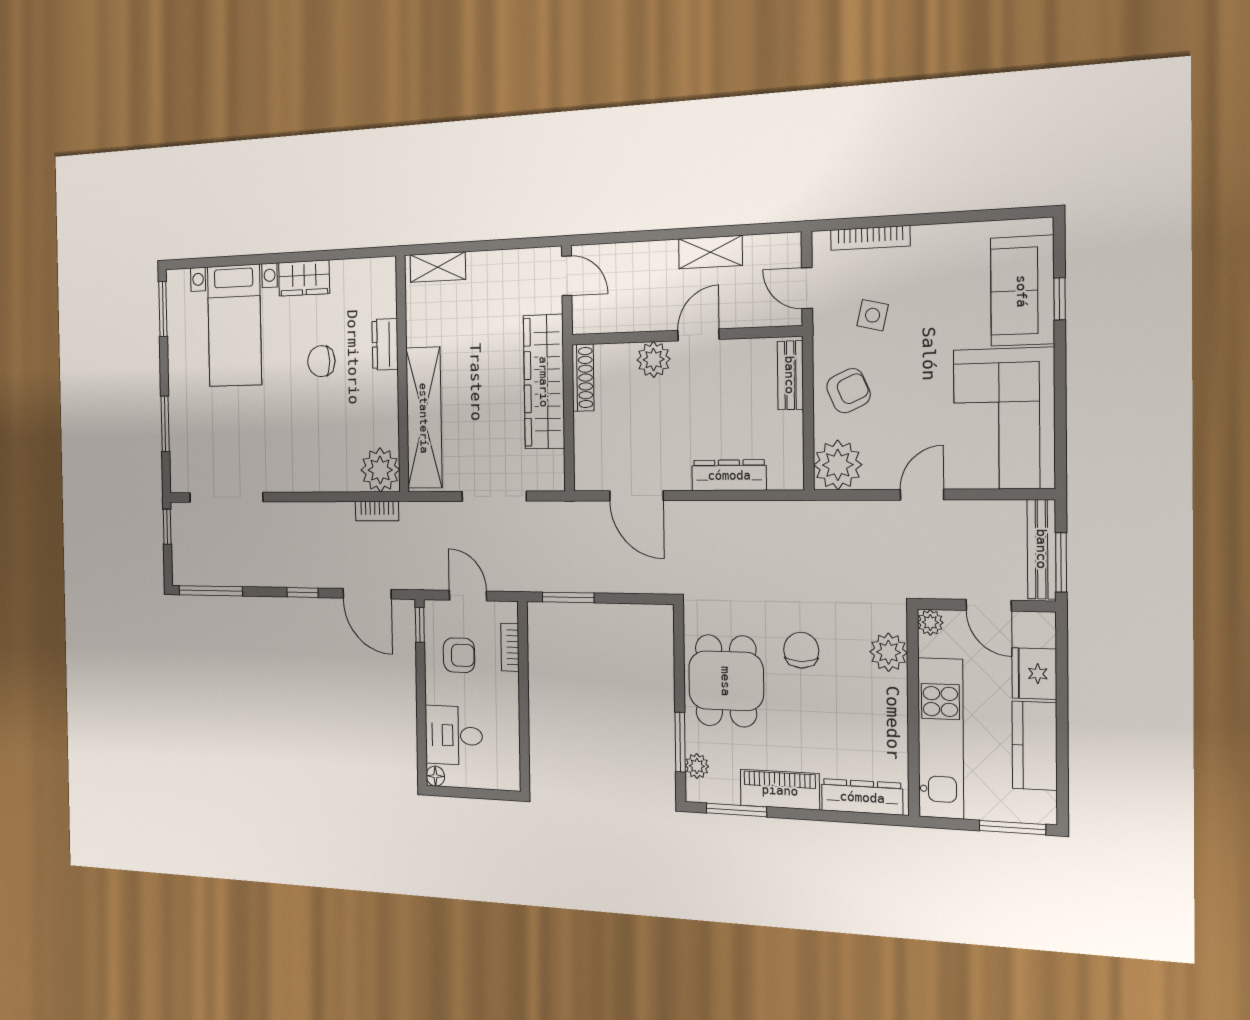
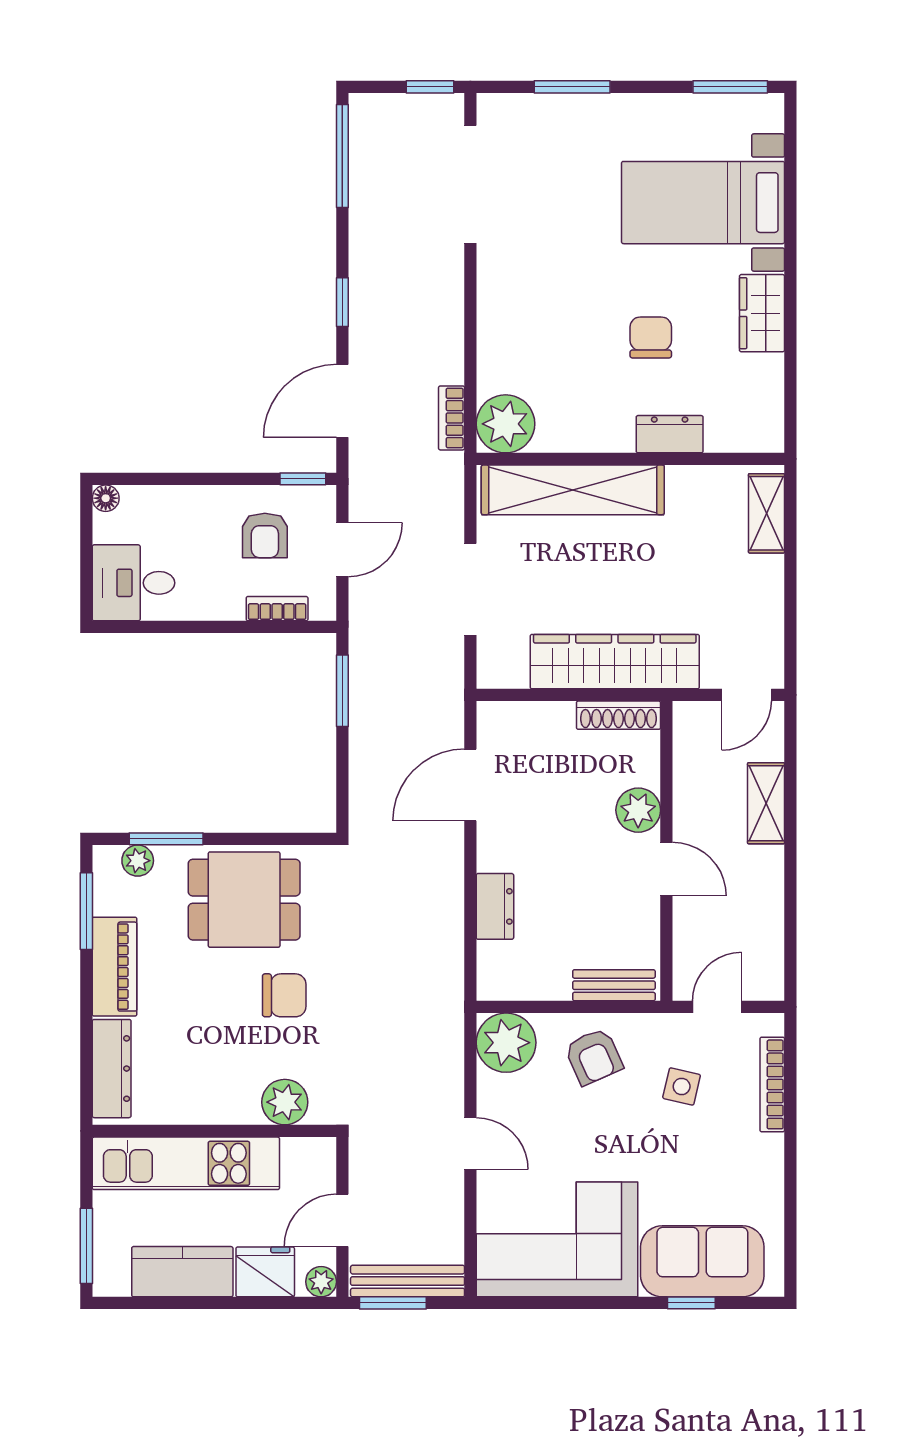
shelving: (710, 252) -> (766, 803), moved
dresser: (729, 475) -> (495, 906), width x0.70
plant: (930, 622) -> (321, 1282), moved
desk: (454, 735) -> (133, 583), moved, turned -90

